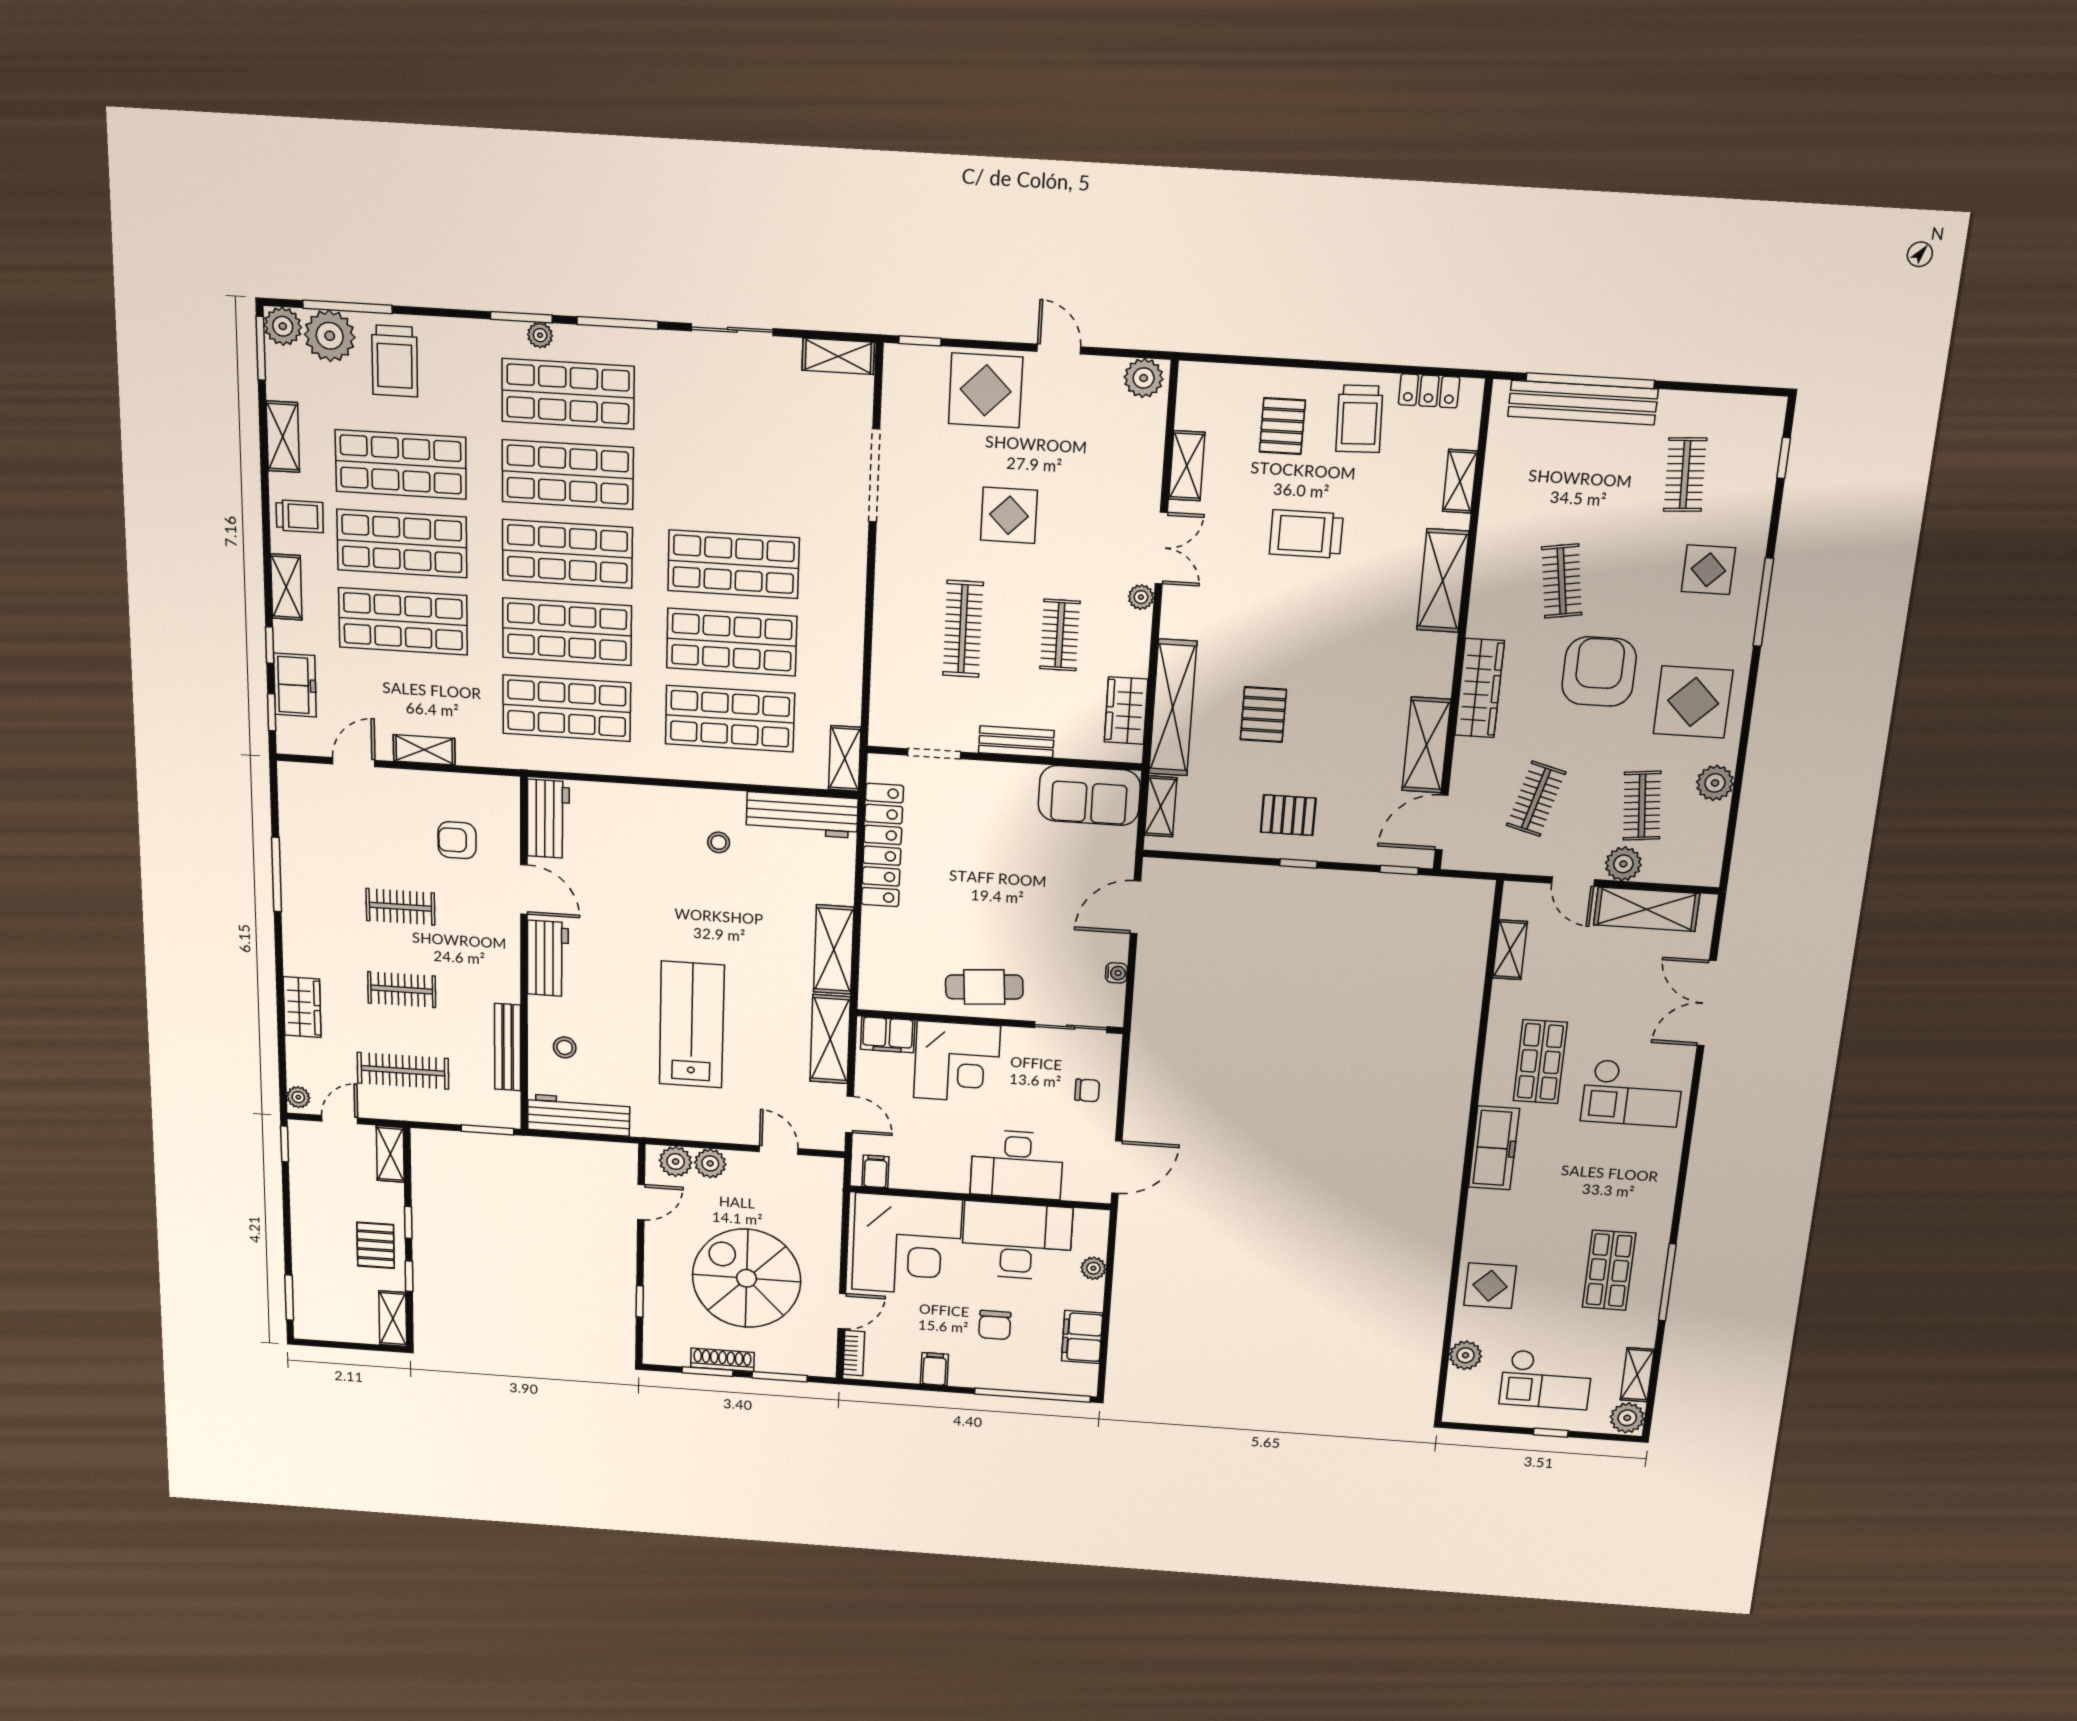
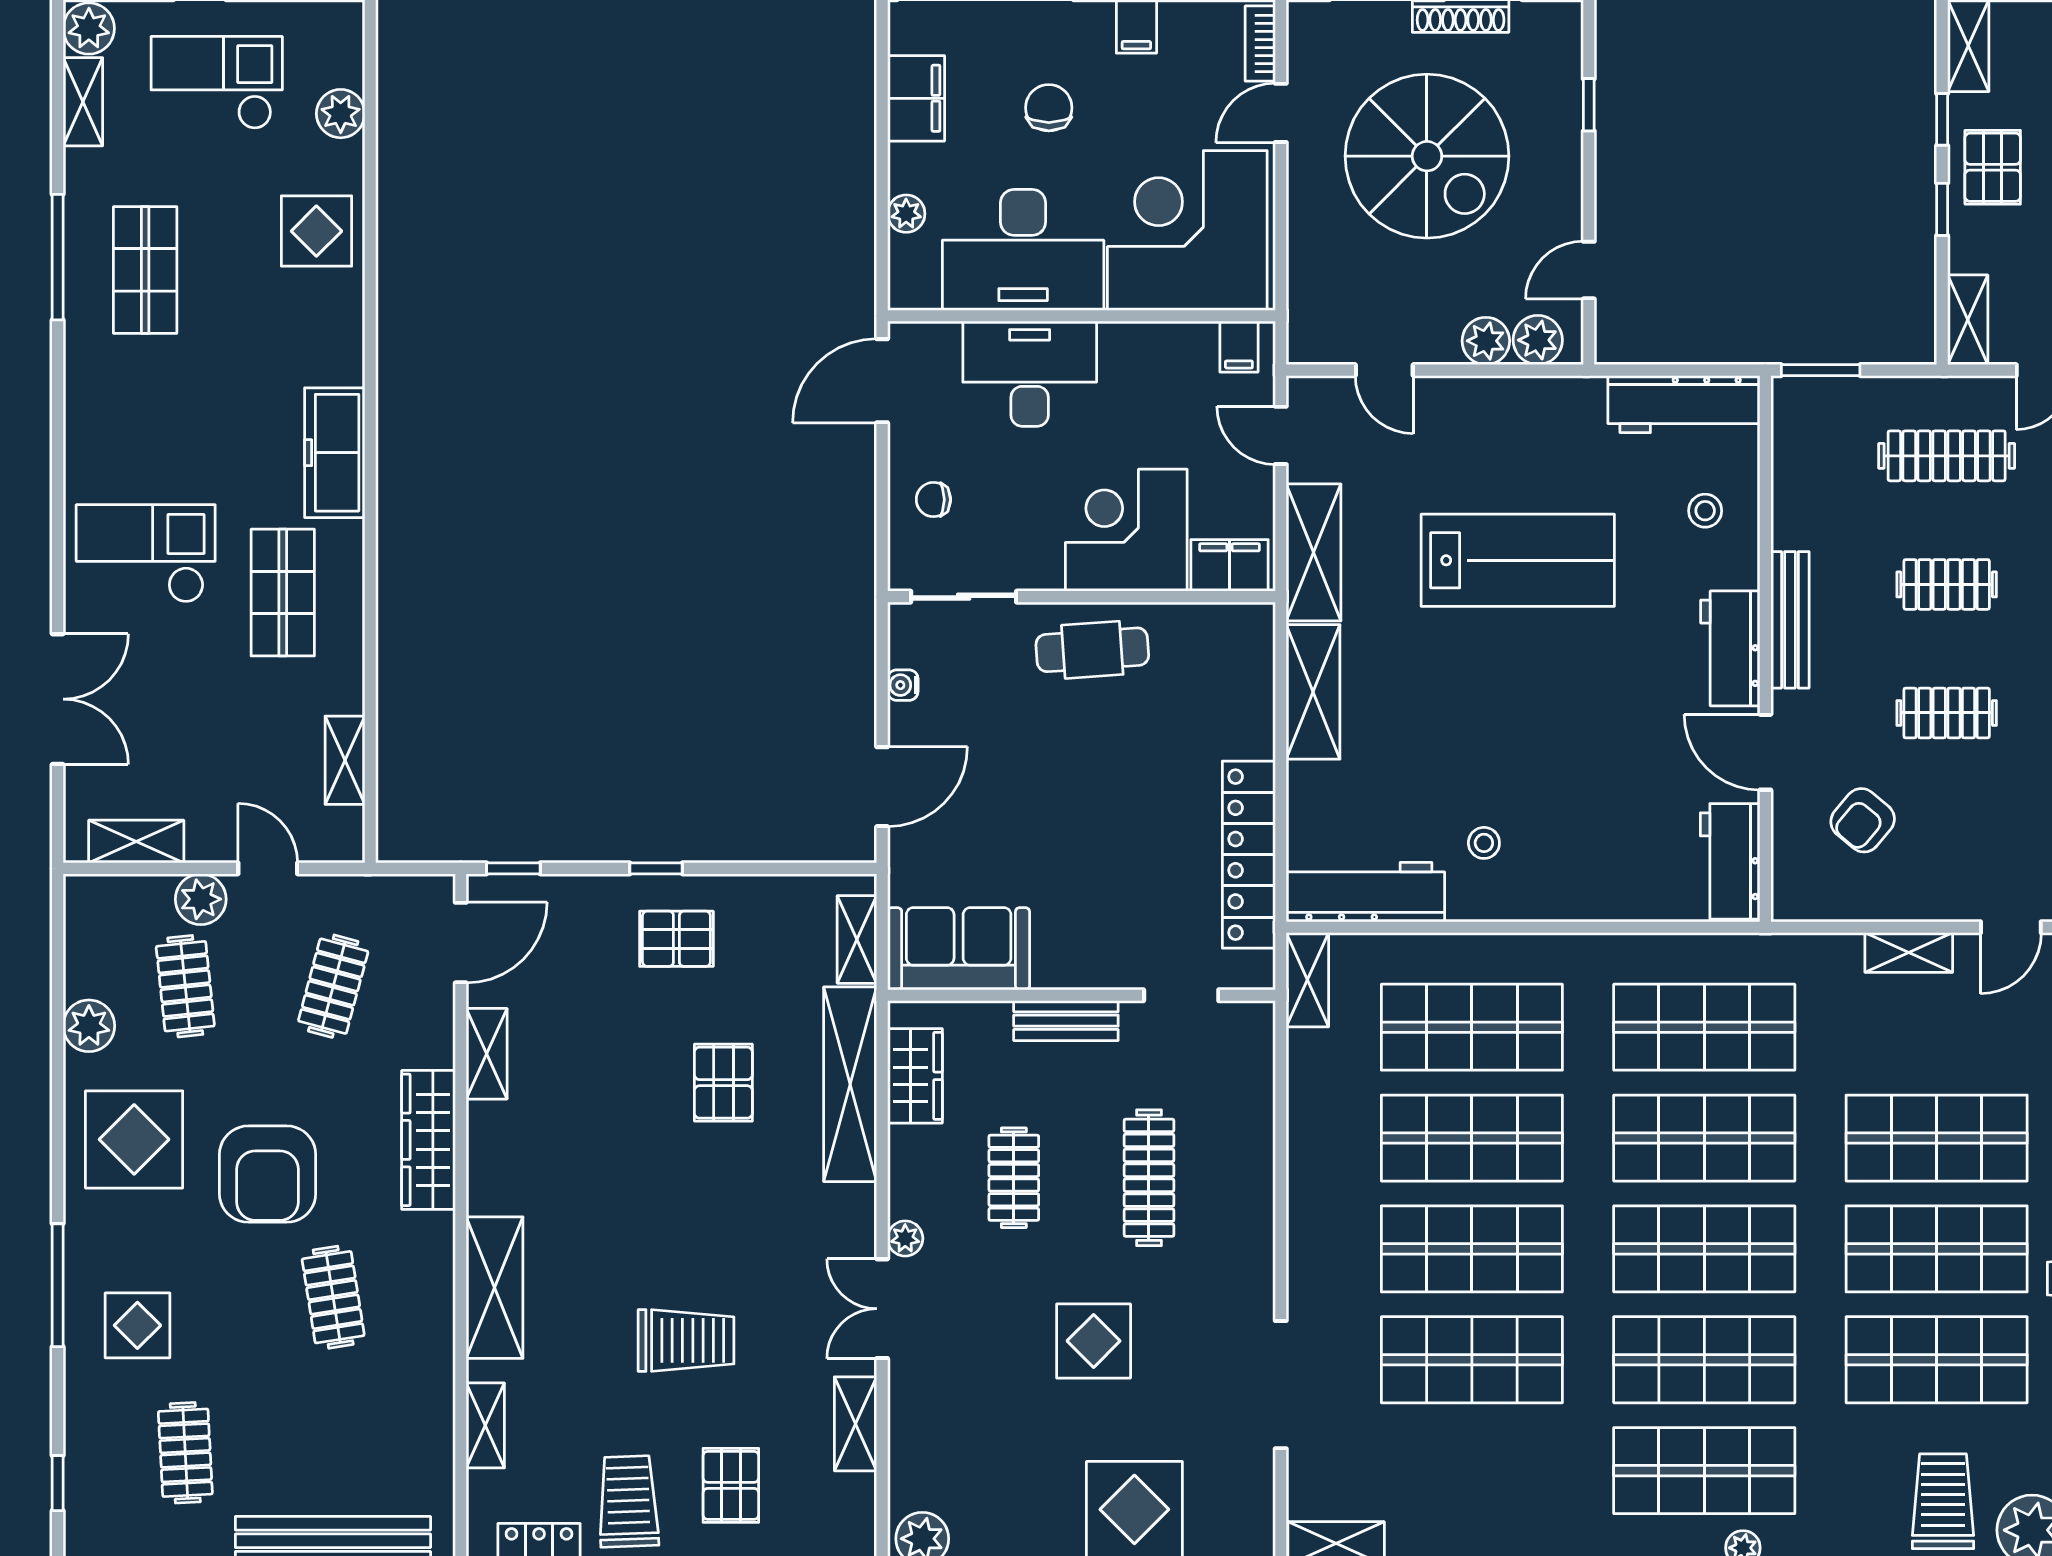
shop shelf: (735, 485) -> (1472, 1360), added
shelving: (1426, 745) -> (487, 1054), width x0.67, depth x0.75
armchair: (457, 840) -> (1863, 820), turned 130
shelving: (1647, 909) -> (136, 842), width x0.67, depth x0.75
lab bench: (692, 1025) -> (1518, 560), turned -90
bench: (508, 1047) -> (1790, 620), moved

